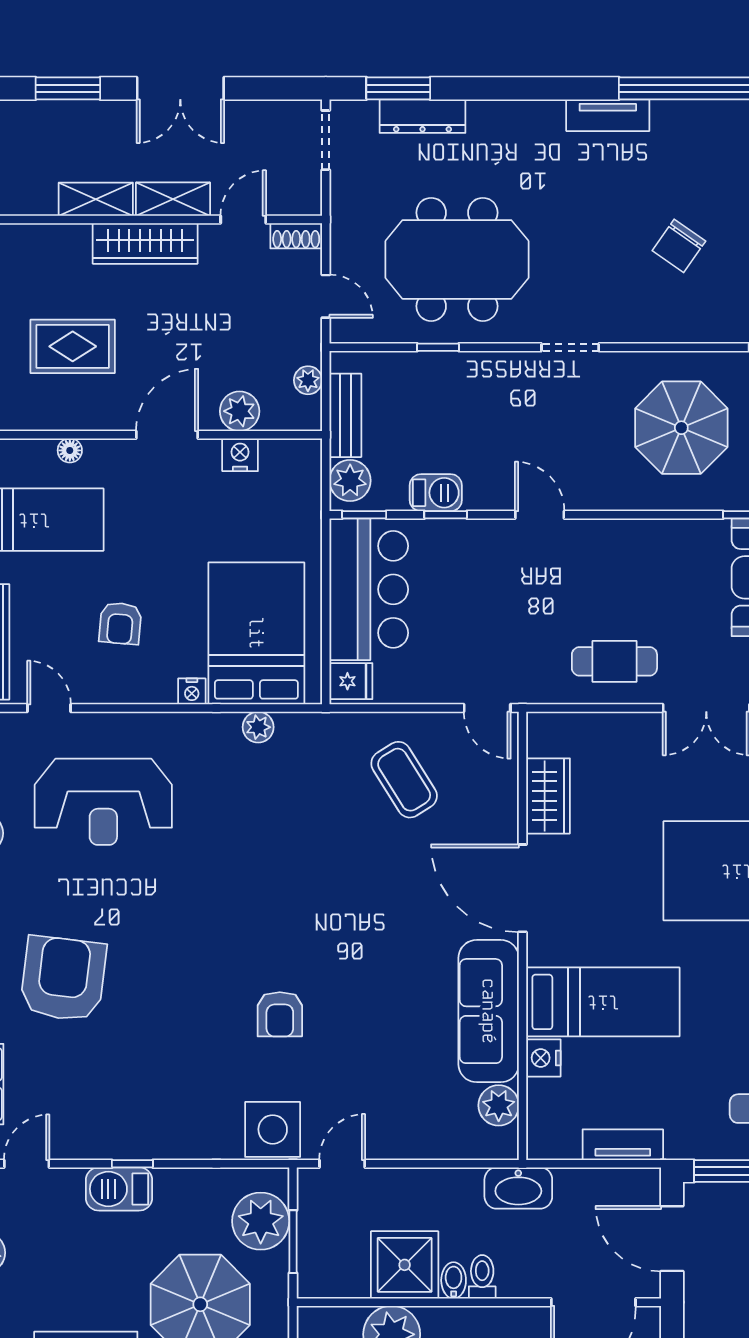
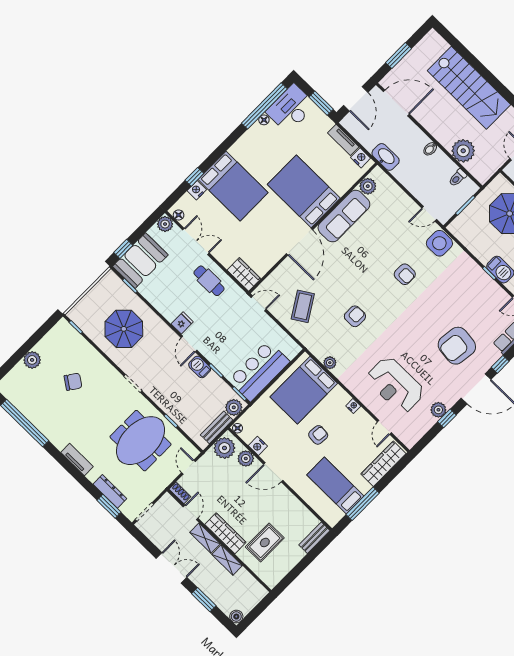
tv unit: (608, 115) -> (77, 459), moved
door: (243, 220) -> (191, 512), swing flipped
meeting table: (457, 259) -> (141, 441), turned 90
rug: (73, 346) -> (265, 542), moved, turned 90
plant: (308, 380) -> (224, 448), width x1.87, depth x1.87
floor lamp: (70, 450) -> (238, 428), moved
barbecue: (436, 493) -> (200, 367), moved
armchair: (120, 623) -> (318, 435), moved
fridge: (351, 681) -> (182, 323), moved, turned 90
nightstand: (192, 691) -> (353, 406), moved
door: (487, 708) -> (259, 303), hinge flipped
wardrobe: (548, 796) -> (244, 274), moved, turned 90
reception desk: (103, 802) -> (395, 385), turned 180
armchair: (295, 853) -> (355, 316), added
bed: (603, 1002) -> (304, 191), width x1.50
armchair: (280, 1014) -> (405, 274), turned 90
nightstand: (543, 1058) -> (361, 158), moved, turned -90
plant: (261, 1221) -> (469, 220), removed
shower: (405, 1265) -> (440, 167), removed
toilet: (482, 1277) -> (458, 178), moved

